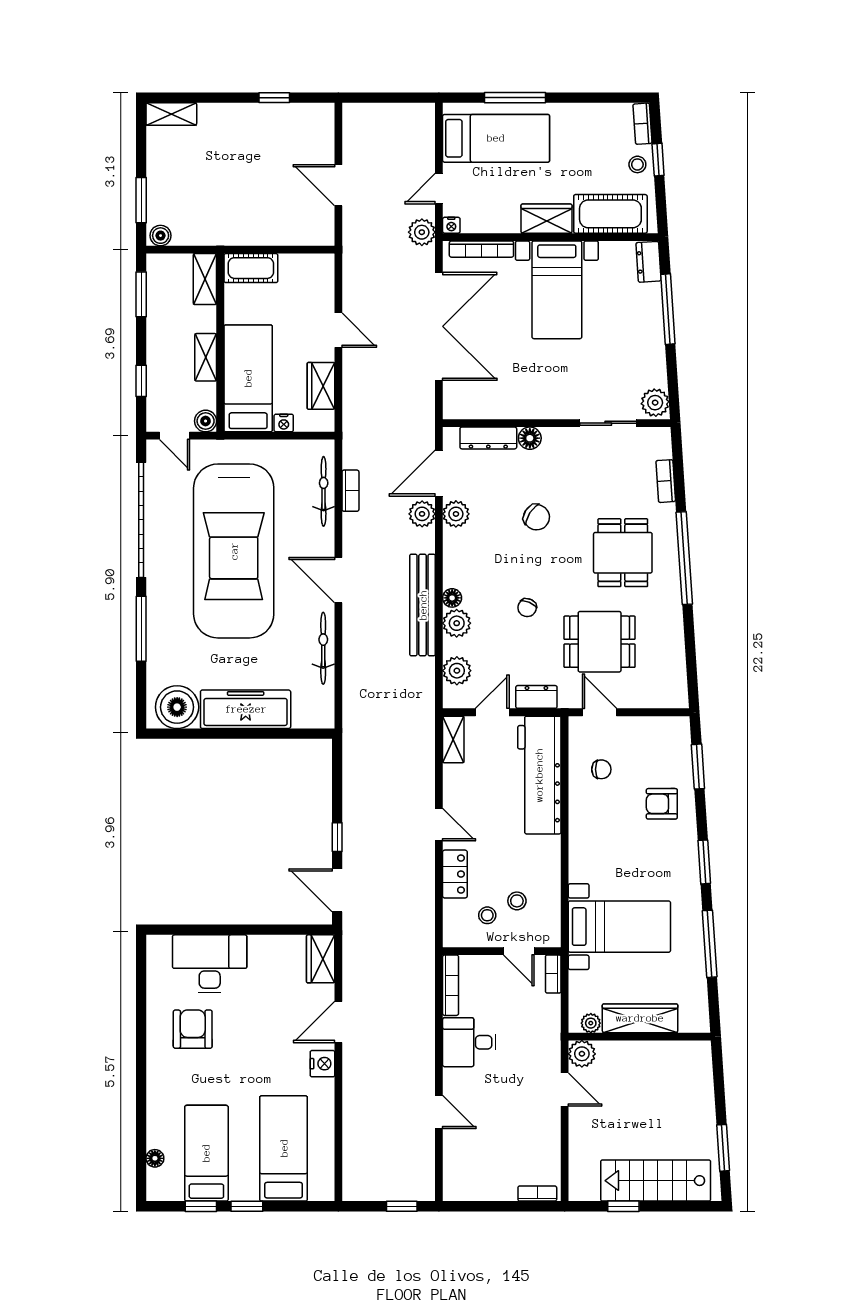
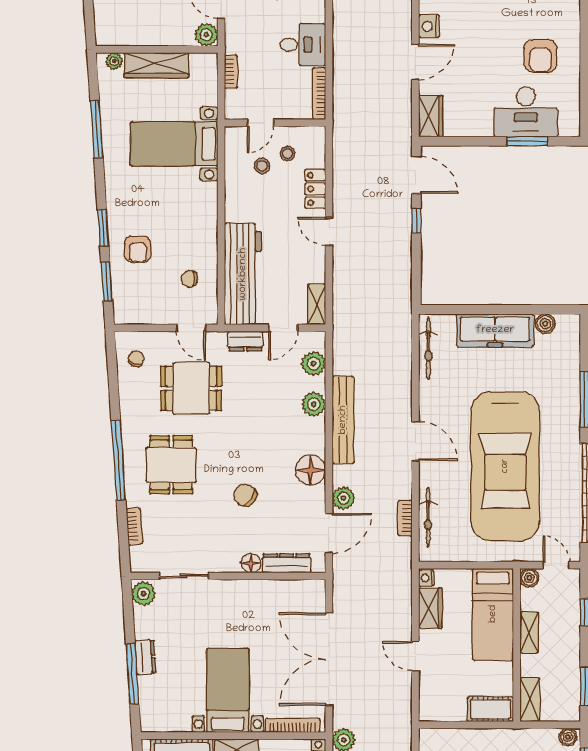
dresser: (648, 262) -> (145, 657), moved
nightstand: (284, 423) -> (426, 578), moved, turned -90
plant: (456, 514) -> (314, 498), removed
car: (234, 551) -> (505, 466), turned 180
floor lamp: (452, 598) -> (311, 470), moved, width x1.89, depth x1.89
chair: (527, 608) -> (136, 359), moved
bicycle: (323, 648) -> (428, 348), moved
boiler: (177, 707) -> (545, 324), width x0.54, depth x0.54
armchair: (662, 804) -> (138, 249), turned 90
window: (704, 862) -> (103, 228), moved
window: (207, 930) -> (528, 141), added
door: (519, 951) -> (261, 123), swing flipped
bookcase: (553, 974) -> (231, 72), moved
plant: (591, 1023) -> (114, 61), moved

